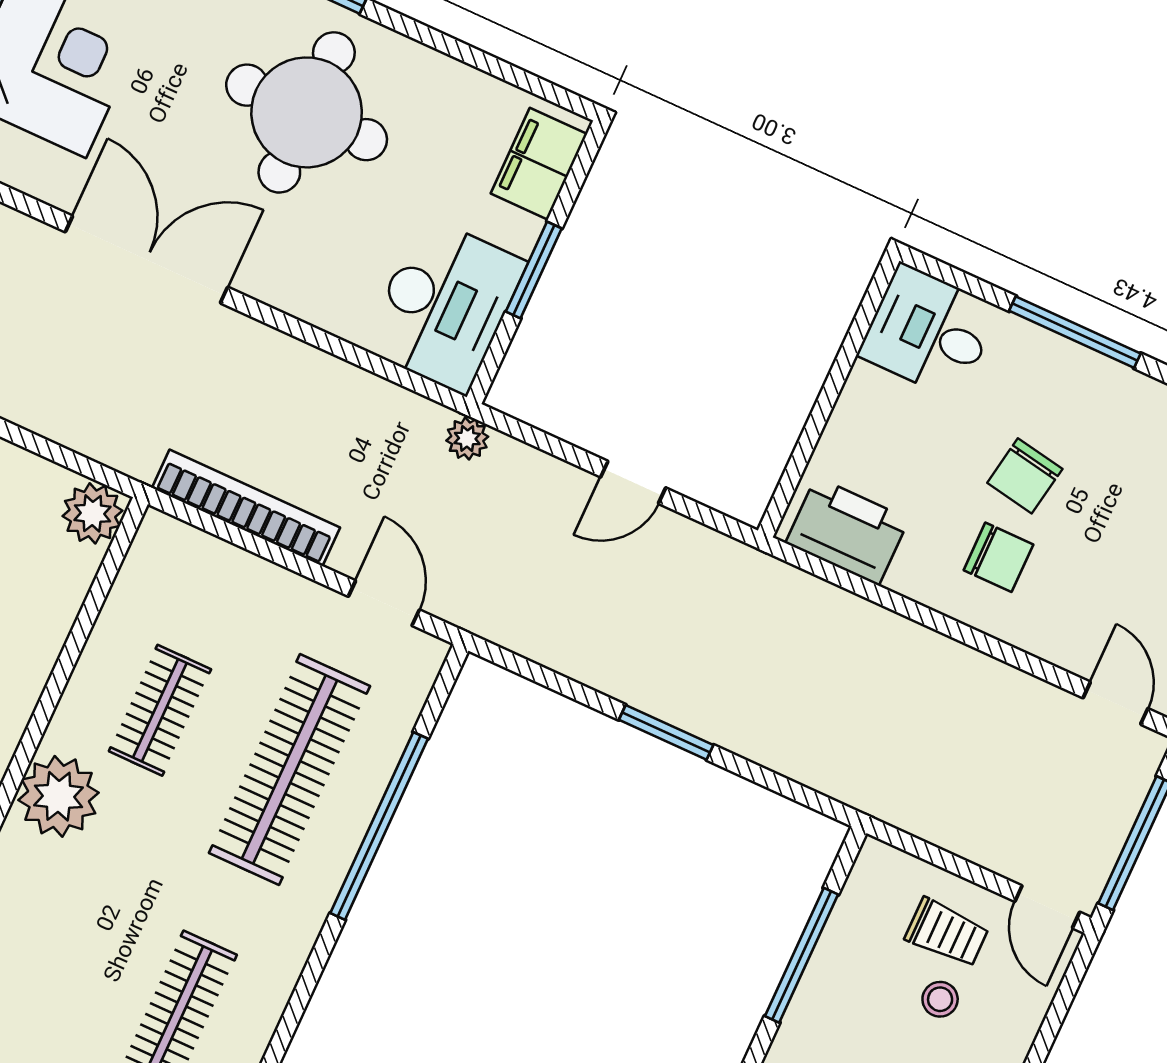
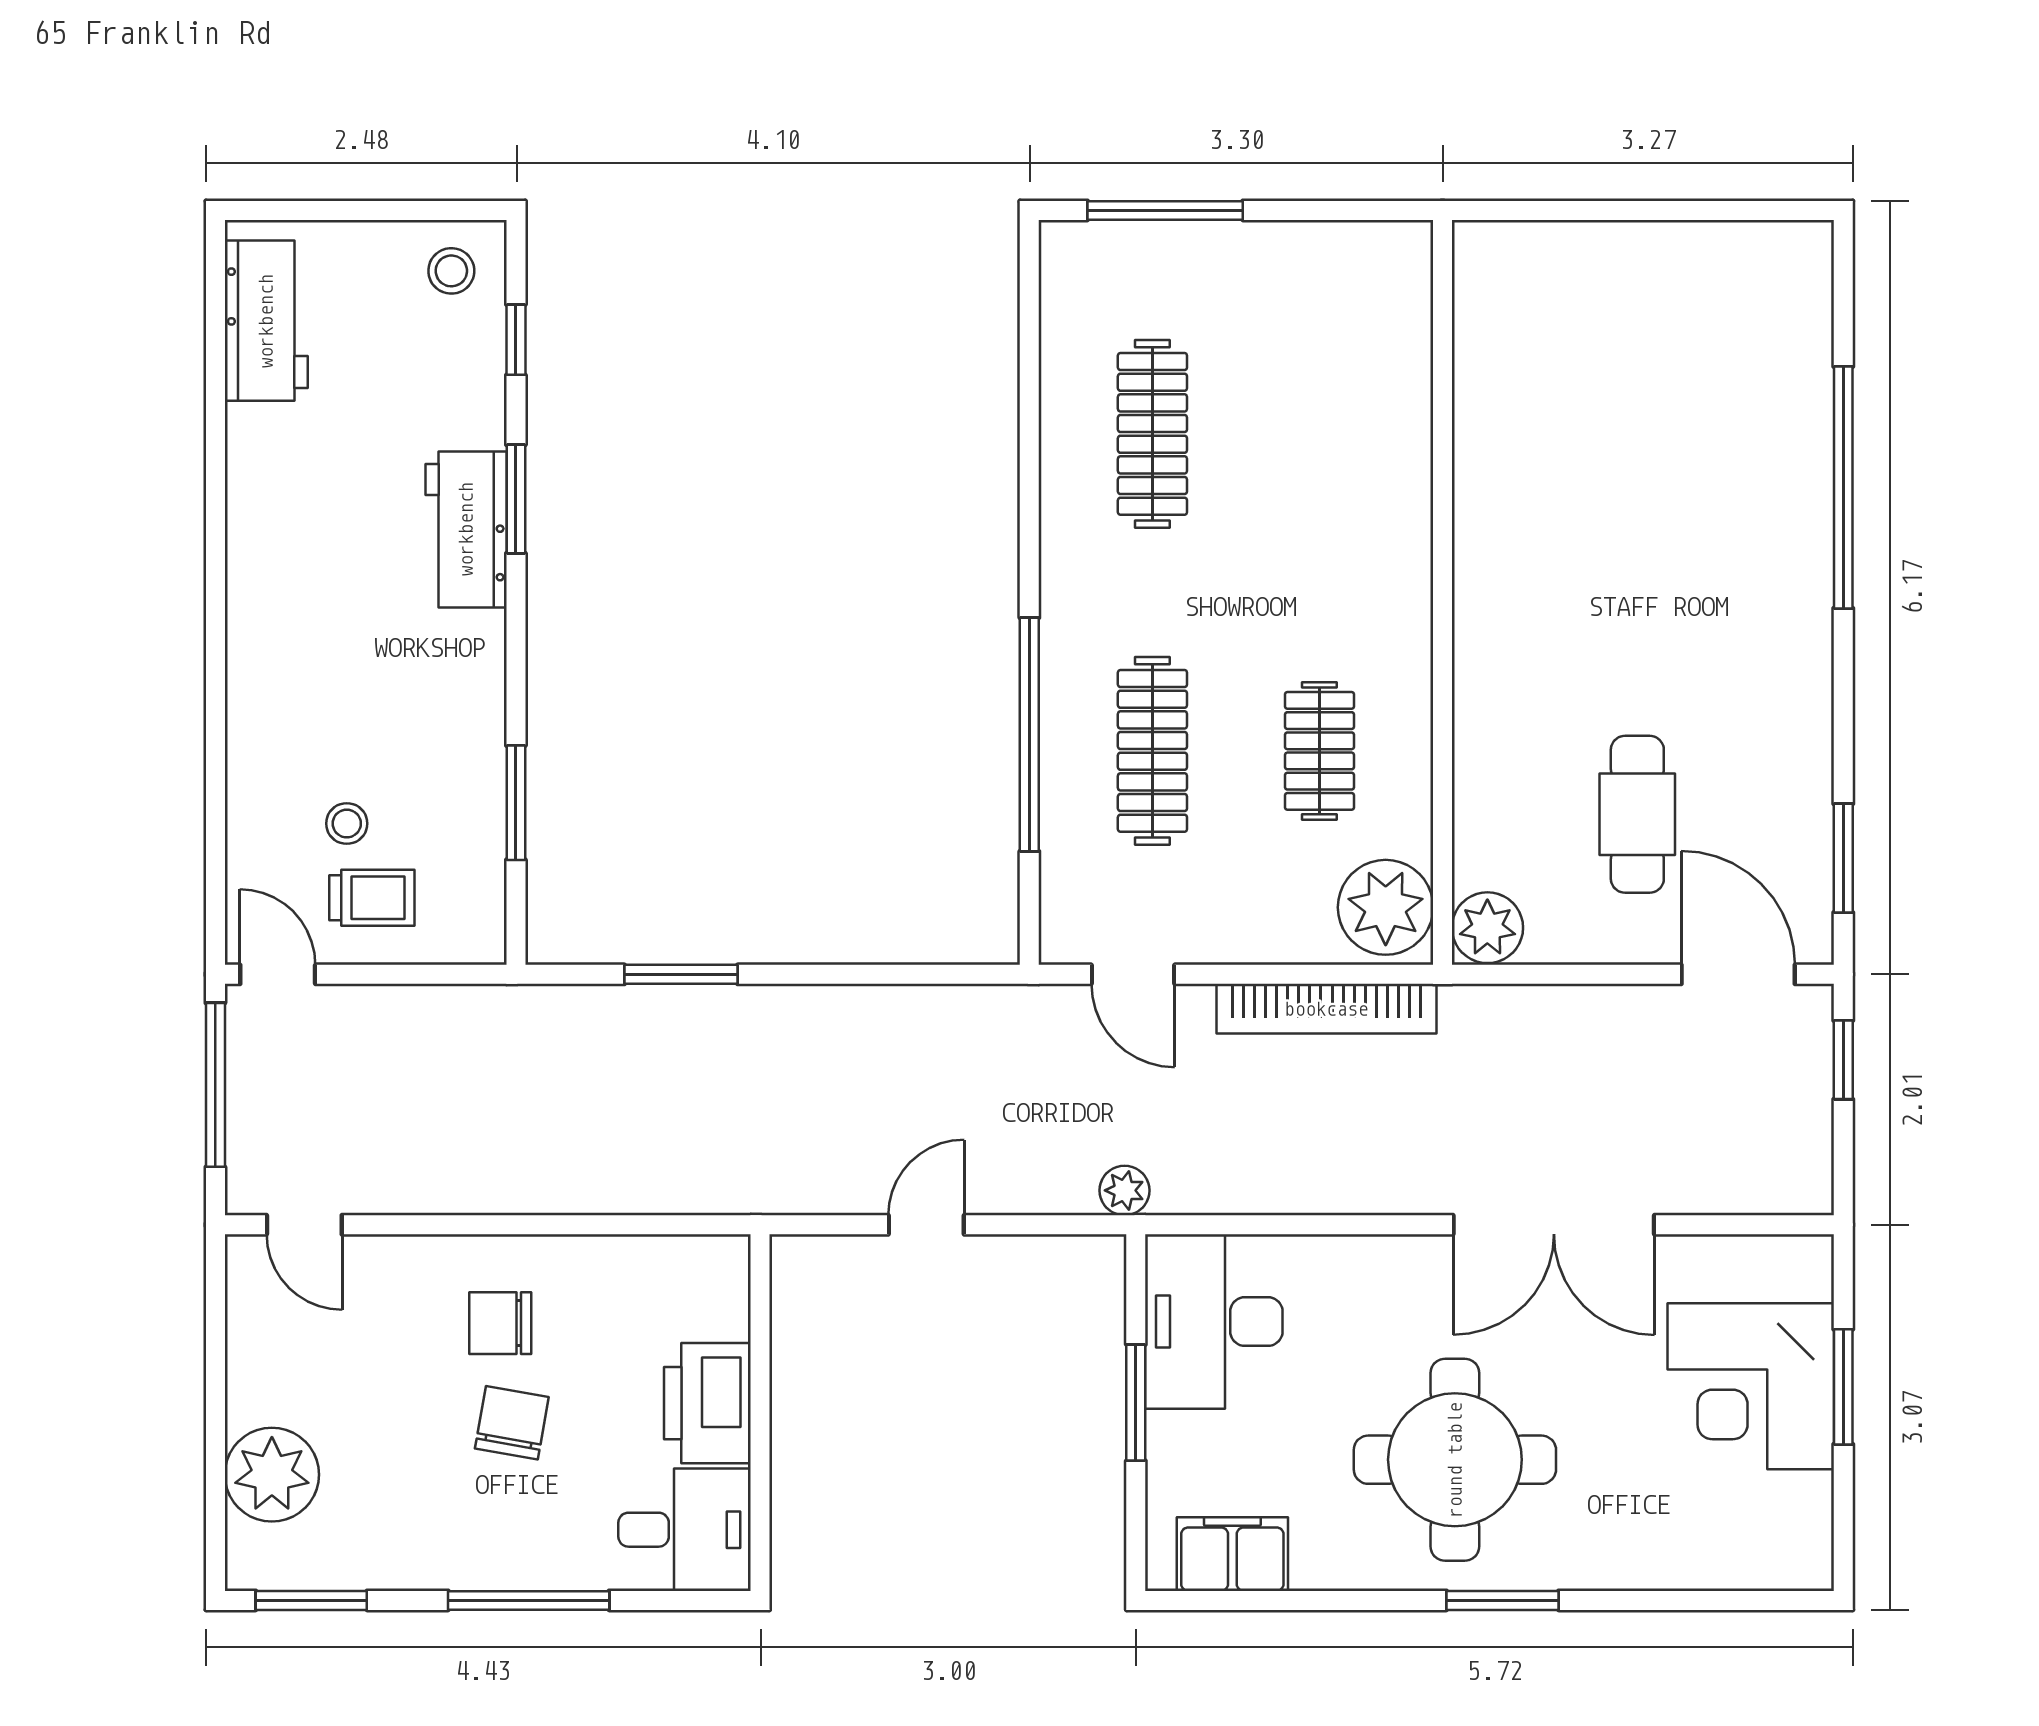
filing cabinet: (539, 164) -> (1232, 1554), moved, turned -90
printer: (847, 531) -> (707, 1403), moved, turned 90
window: (666, 732) -> (681, 974), moved
clothes rail: (289, 770) -> (1152, 751), width x0.73, depth x0.76
plant: (58, 796) -> (1386, 907), moved
trolley: (947, 933) -> (372, 898), turned 180
window: (802, 955) -> (516, 803), width x0.69

